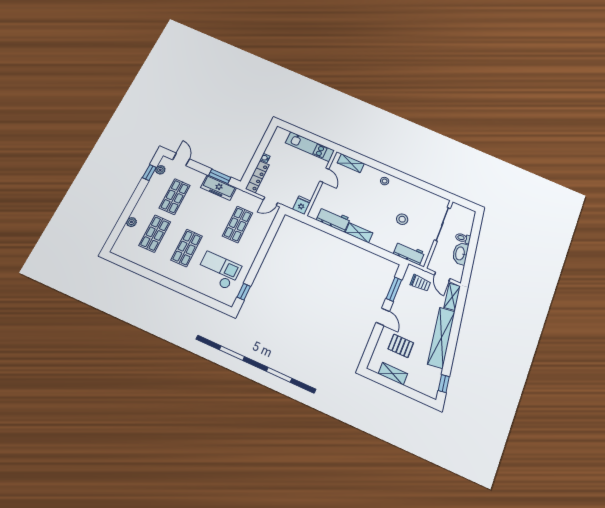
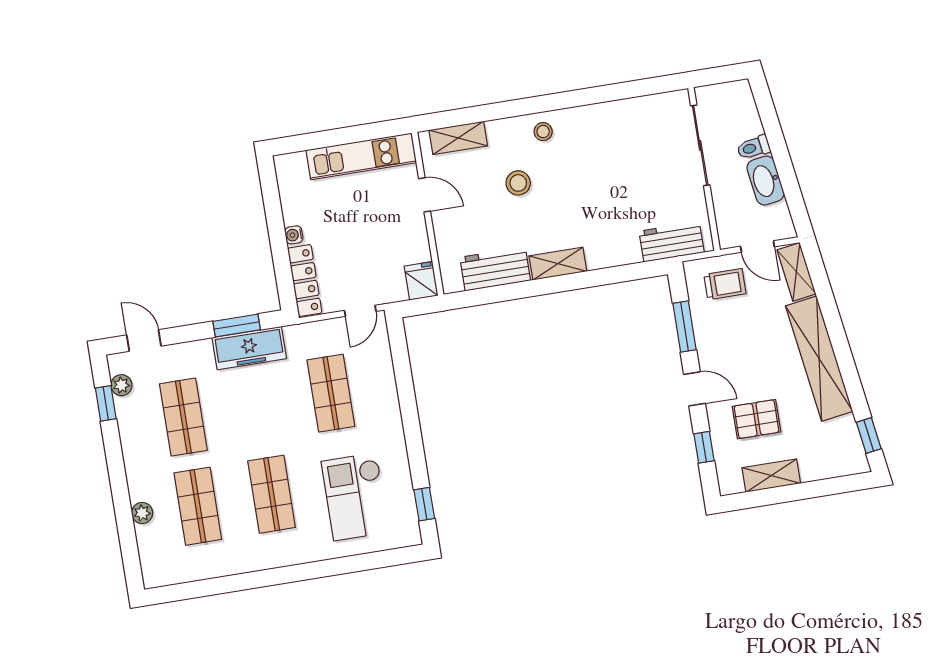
stool: (402, 219) -> (518, 183), moved
checkout: (219, 271) -> (355, 497), turned -90
window: (372, 343) -> (704, 447), added

